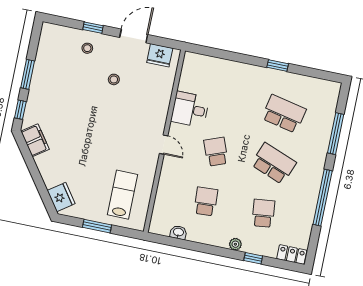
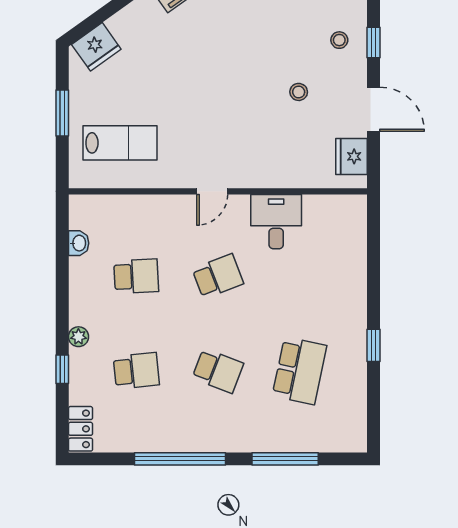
school desk: (274, 164) -> (218, 371), width x0.54

